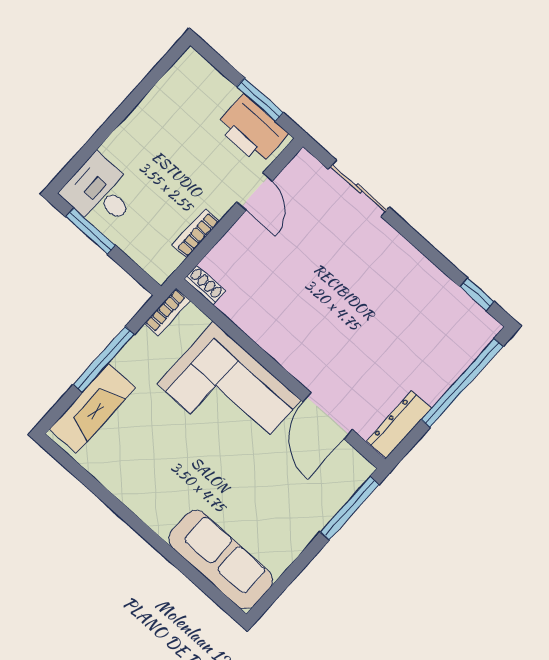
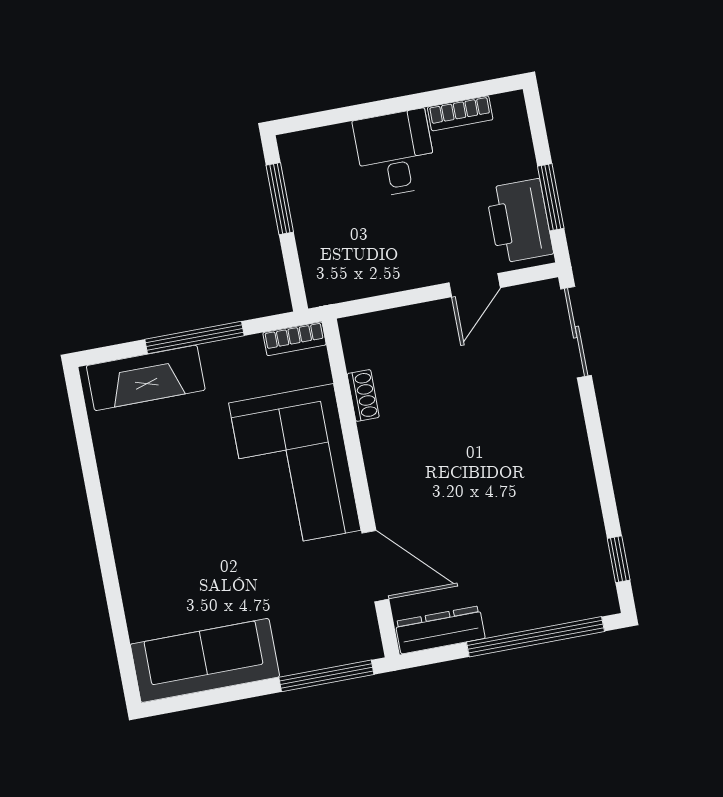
sliding door: (359, 188) -> (576, 332), moved
desk: (100, 193) -> (395, 153), moved
bookcase: (196, 233) -> (460, 113), moved, turned 180
shoe rack: (205, 285) -> (363, 395), moved
door: (328, 416) -> (375, 566), swing flipped
sofa: (221, 560) -> (205, 660), moved, turned -90

